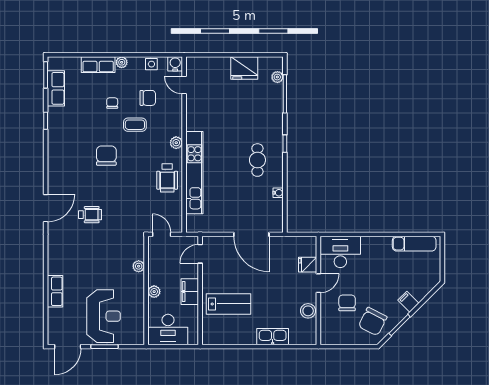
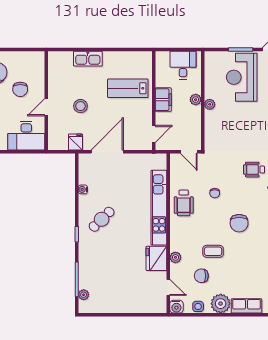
plant: (122, 62) -> (221, 304), width x1.87, depth x1.87
fridge: (244, 68) -> (156, 258), moved, turned -90
chair: (112, 103) -> (215, 193), moved
plant: (176, 143) -> (175, 257), moved
cafe table: (257, 160) -> (102, 219), turned 46
wheelchair: (167, 178) -> (184, 203), turned 180
door: (251, 234) -> (107, 152), hinge flipped
fridge: (308, 265) -> (75, 142), moved, turned -90
plant: (139, 266) -> (210, 104), moved
stool: (308, 311) -> (81, 106), moved
desk: (168, 330) -> (183, 65), width x0.73

